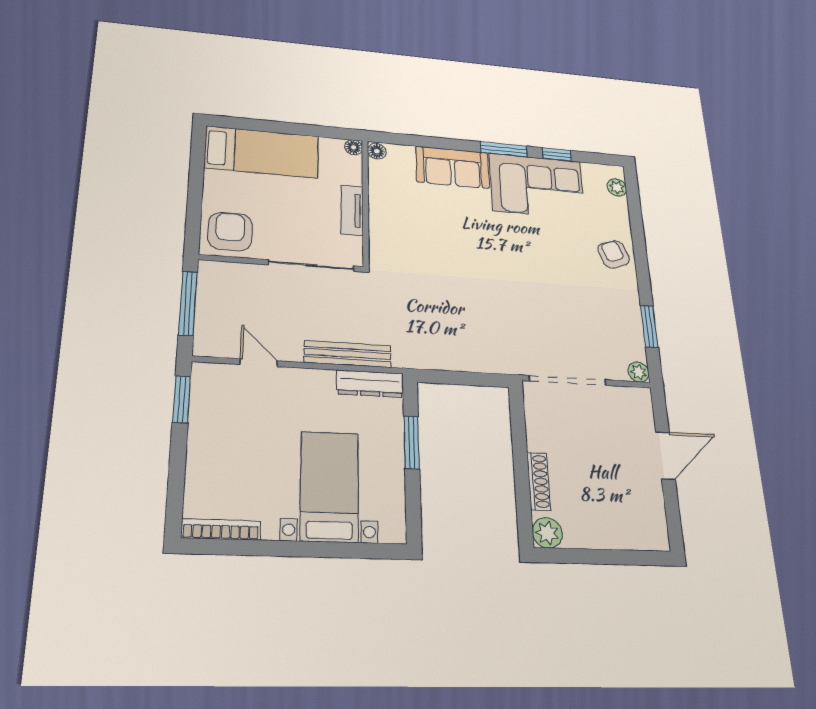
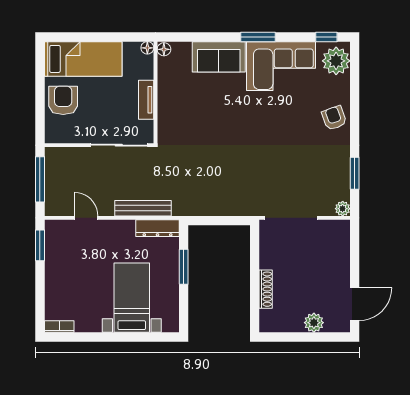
window: (557, 154) -> (326, 37), moved
plant: (617, 187) -> (336, 61), width x1.88, depth x1.88
armchair: (230, 232) -> (63, 100), moved
door: (665, 456) -> (355, 304), moved
bookcase: (221, 529) -> (59, 327), width x0.64
plant: (547, 533) -> (314, 323), moved

